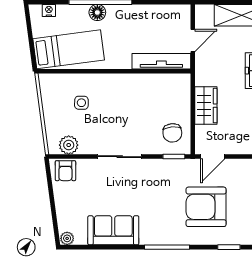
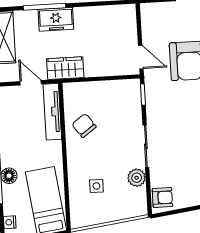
wardrobe: (206, 106) -> (65, 68), moved
chair: (172, 133) -> (84, 125), moved, turned -121
plant: (69, 145) -> (137, 178), moved

